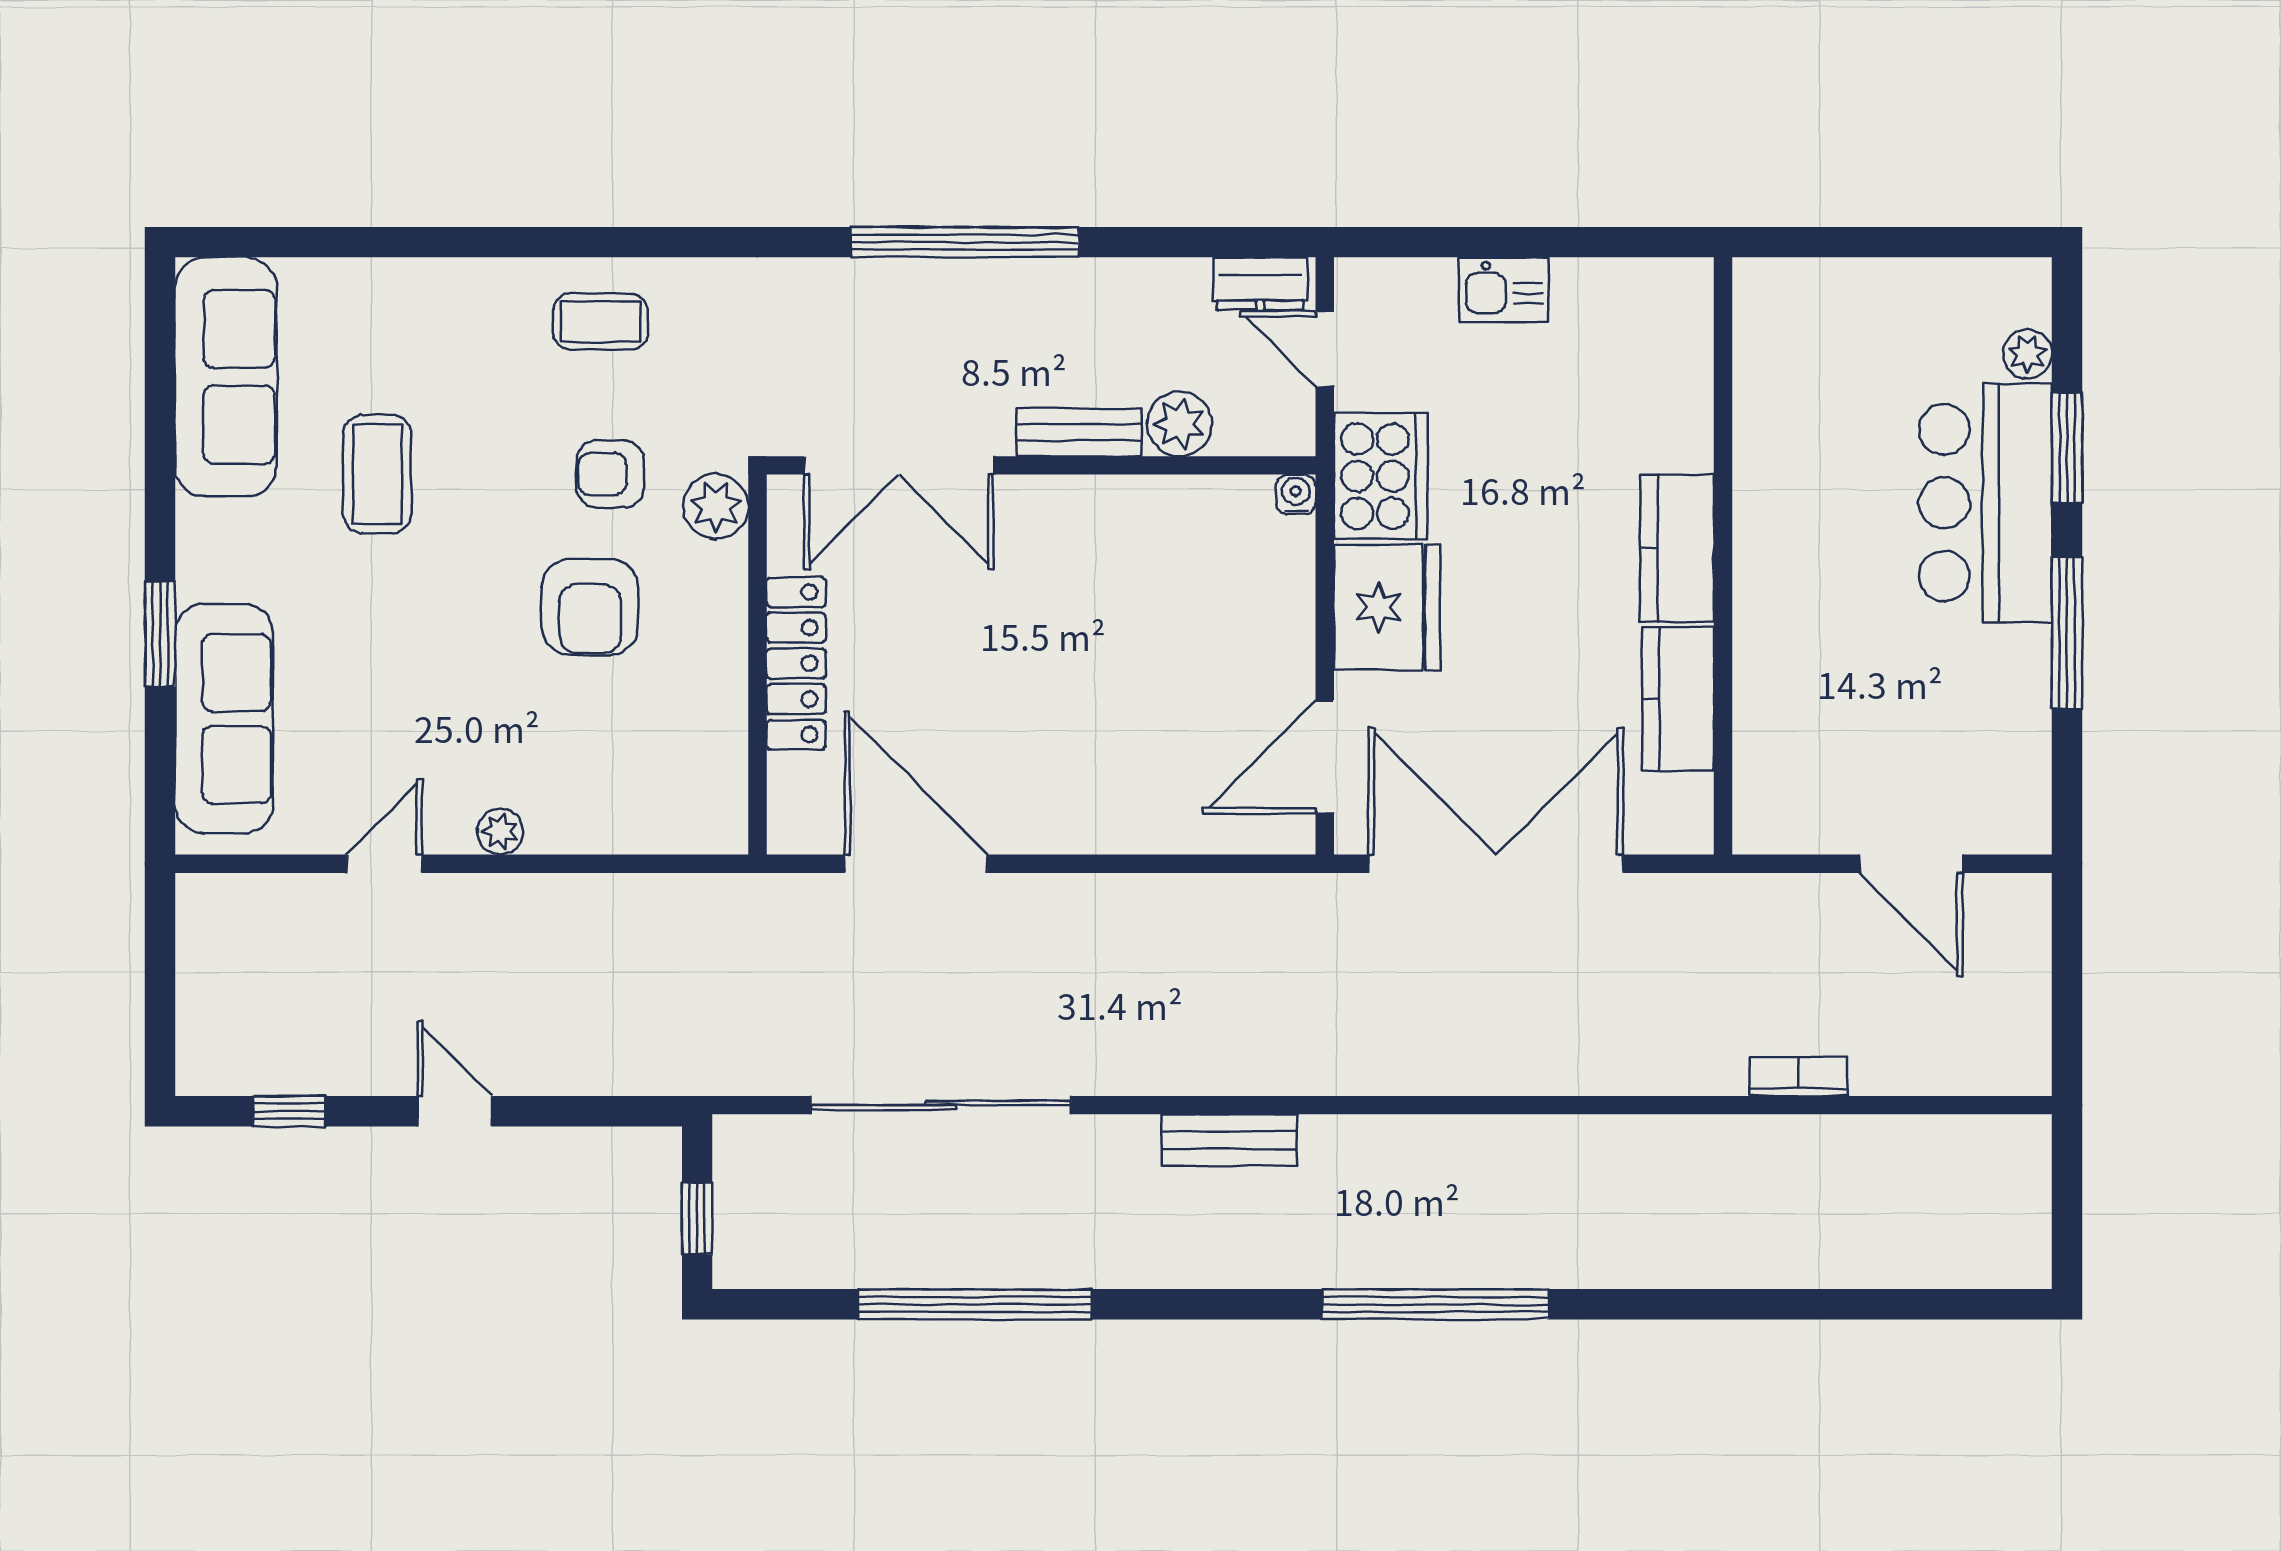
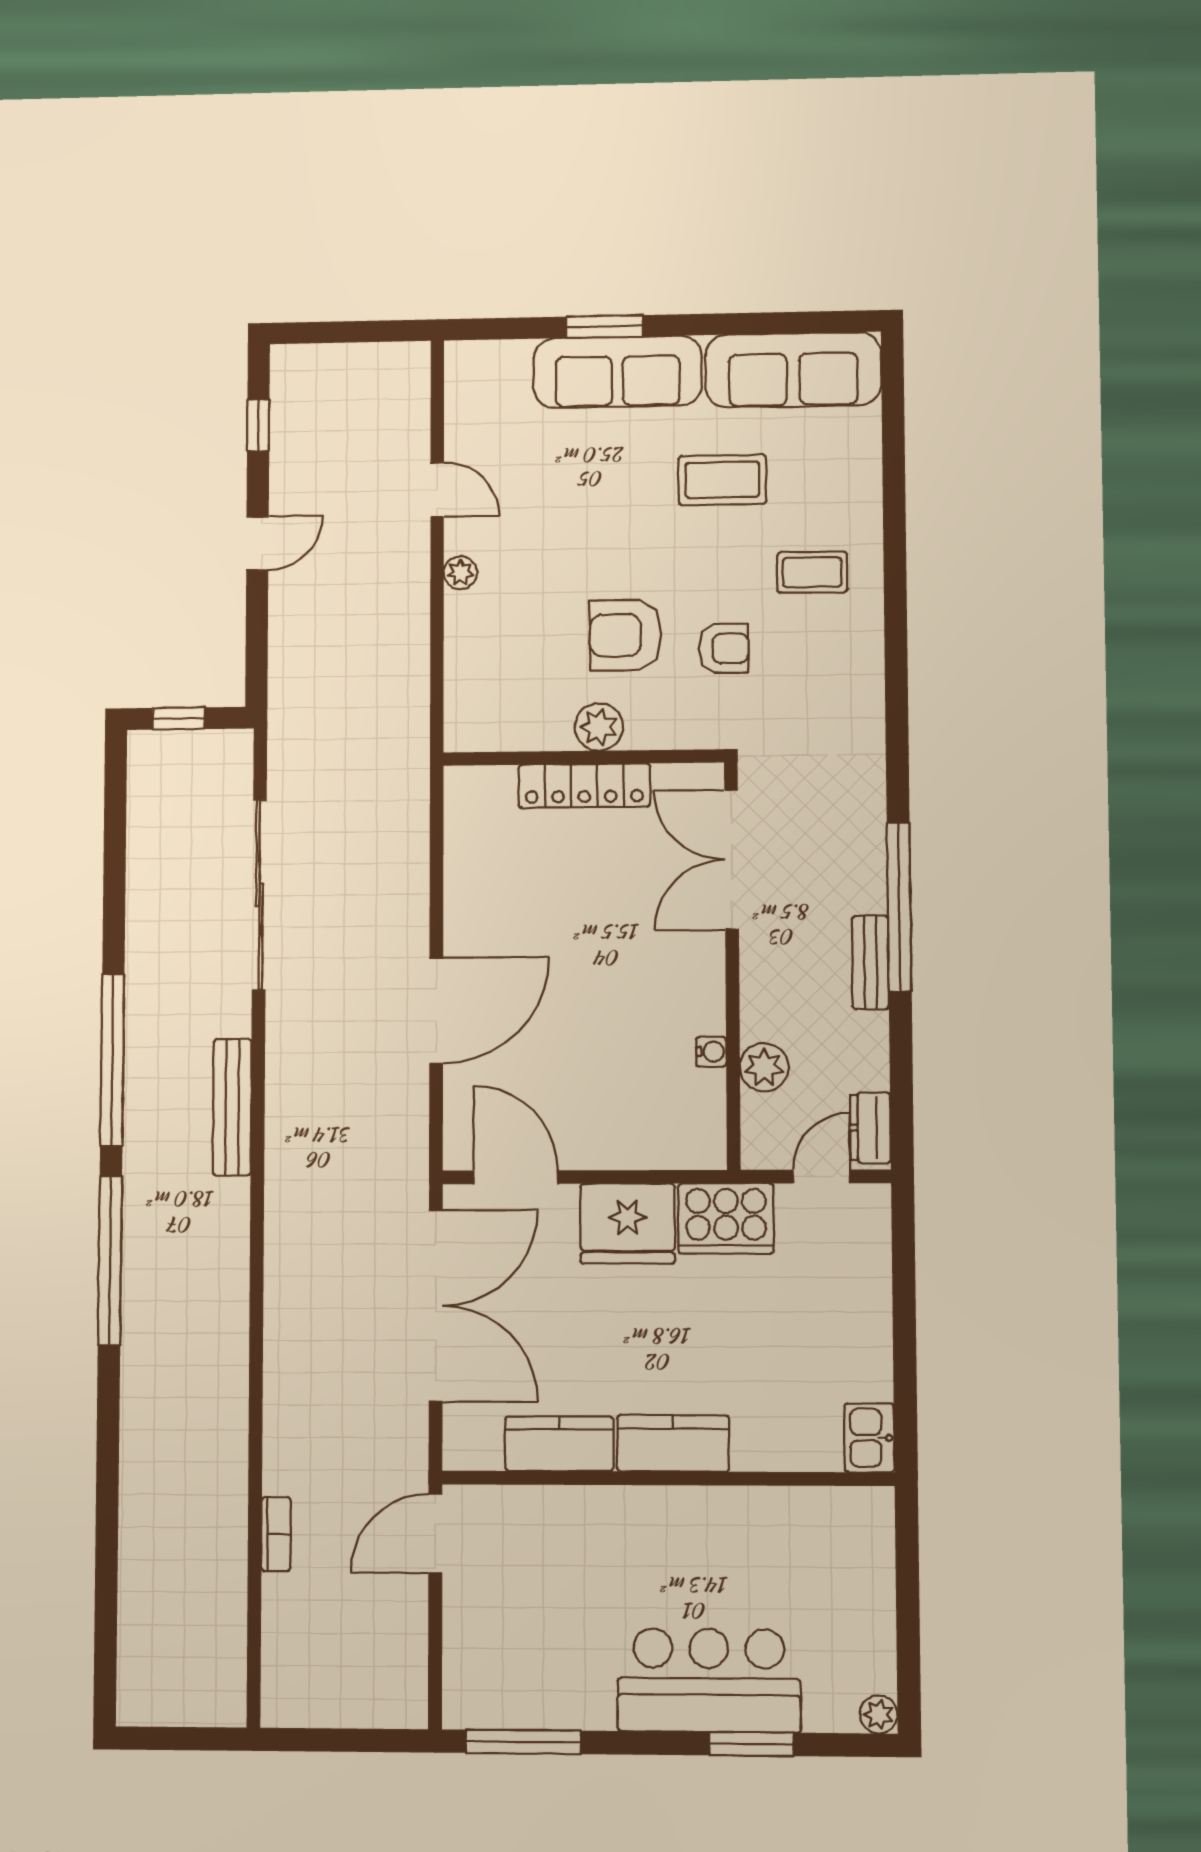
kitchen sink: (1504, 290) -> (869, 1438), moved
coffee table: (600, 322) -> (812, 572), moved, turned 90
plant: (2028, 354) -> (879, 1714), moved
bench: (1079, 432) -> (870, 963), moved
armchair: (610, 474) -> (724, 648), turned 90
water cooler: (1296, 494) -> (711, 1052), moved
plant: (716, 506) -> (599, 727), moved
window: (2067, 633) -> (523, 1742), moved
sofa: (224, 719) -> (618, 372), moved
door: (916, 864) -> (436, 1011), moved
door: (1911, 864) -> (435, 1533), moved
bench: (1229, 1140) -> (232, 1107), width x1.36
window: (975, 1304) -> (112, 1060), moved

